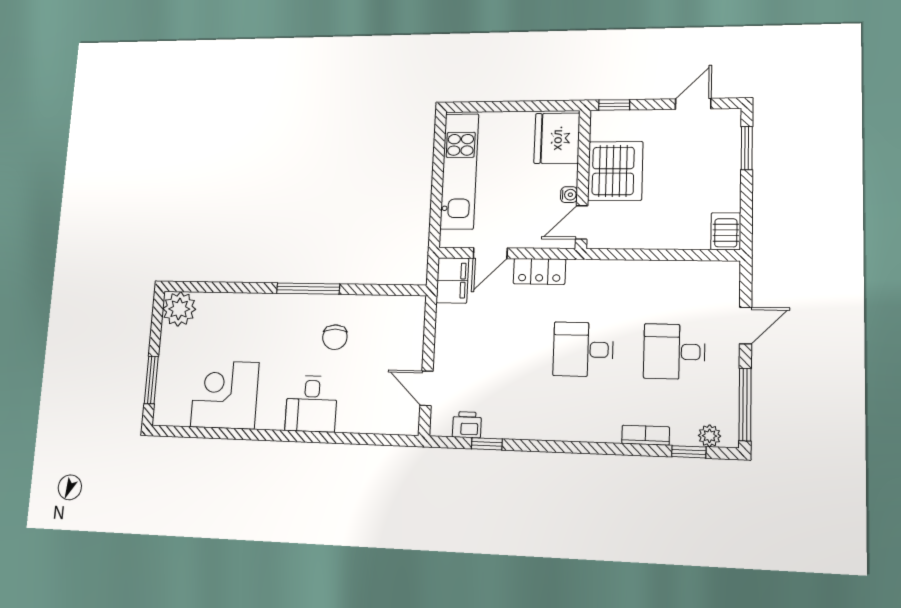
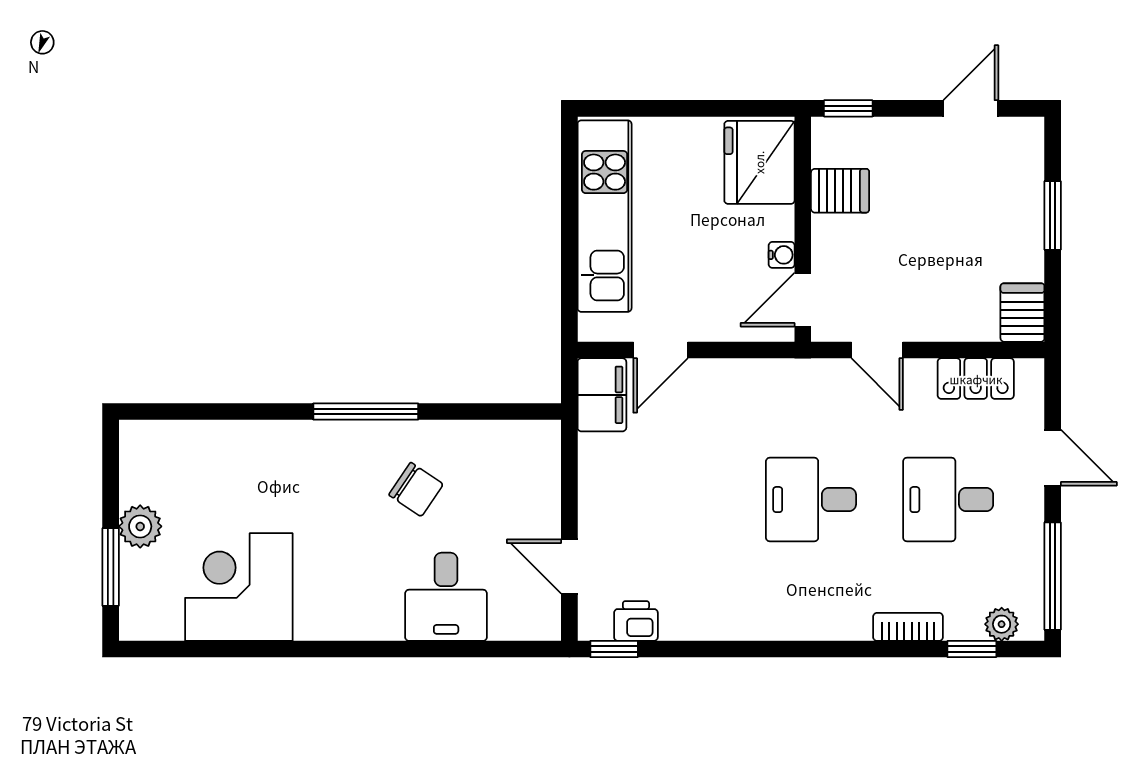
window: (747, 148) -> (1053, 215), moved
server rack: (615, 171) -> (840, 191), width x0.46, depth x0.70
door: (629, 254) -> (877, 350), added
locker: (539, 271) -> (976, 379), moved
plant: (179, 309) -> (140, 526), moved, width x0.73, depth x0.73
door: (746, 326) -> (1053, 458), hinge flipped
chair: (335, 337) -> (416, 489), turned -56
desk: (311, 404) -> (446, 597), moved
window: (487, 444) -> (614, 649), moved

